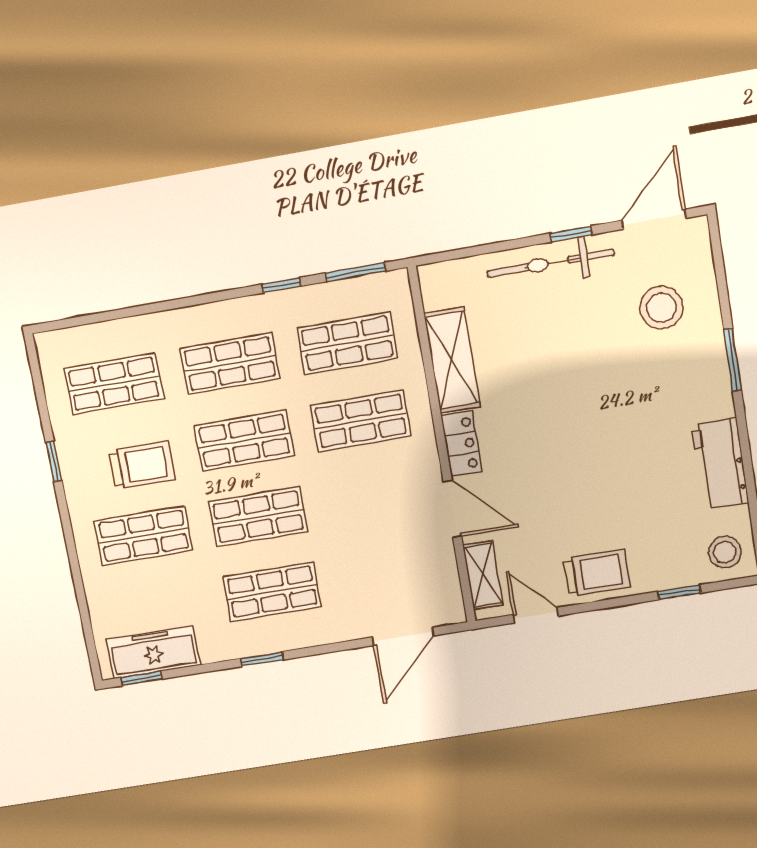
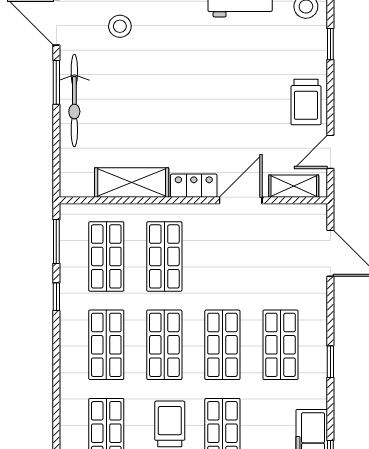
window: (571, 234) -> (56, 82), width x1.50
stool: (661, 308) -> (120, 26), width x0.73, depth x0.73
trolley: (597, 573) -> (306, 102), turned 180

